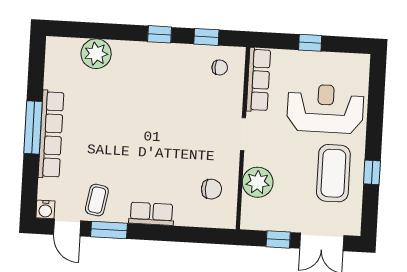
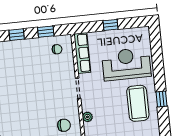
plant: (258, 182) -> (87, 117), width x0.53, depth x0.53

